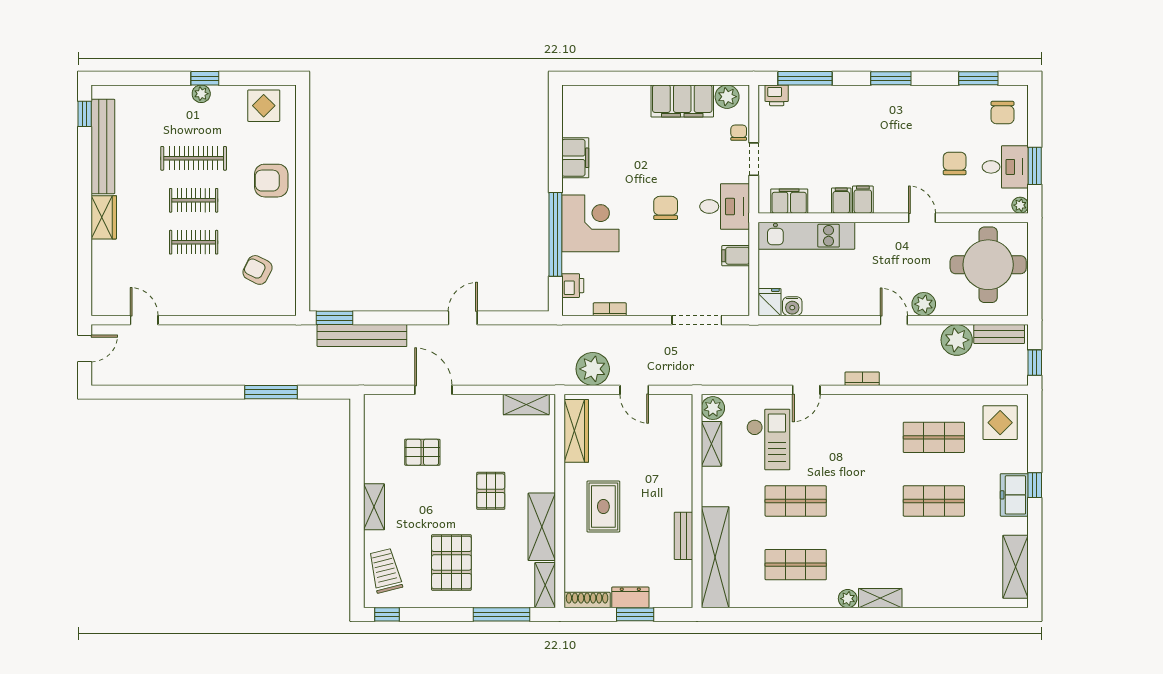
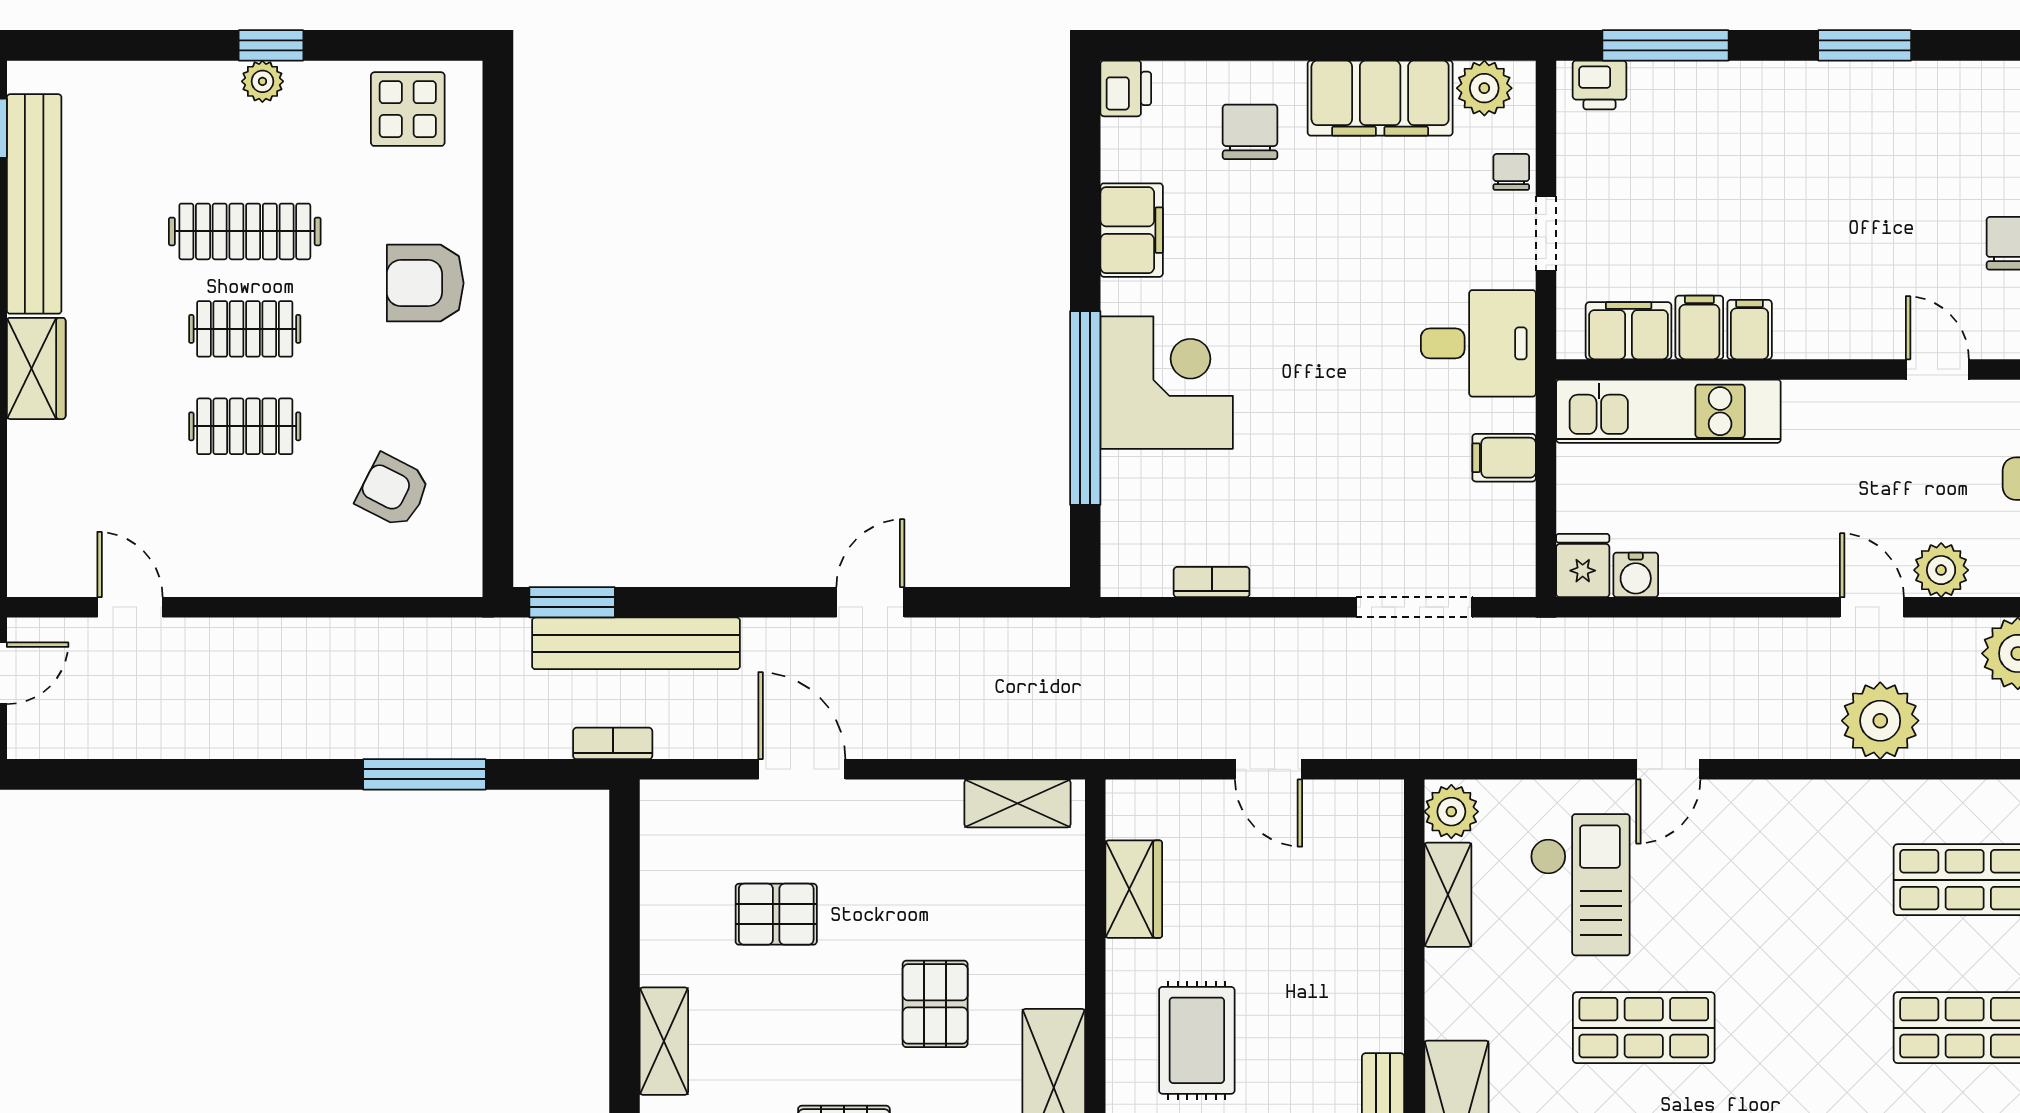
filing cabinet: (863, 200) -> (1699, 327), moved
chair: (666, 208) -> (1250, 132), moved
printer: (573, 286) -> (1126, 88), moved
plant: (593, 369) -> (1880, 721), moved
bookcase: (862, 379) -> (613, 743), moved
wardrobe: (576, 431) -> (1134, 889), width x0.67

